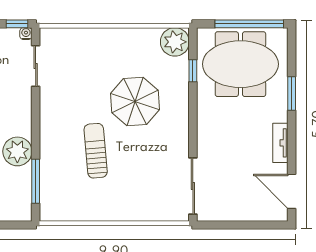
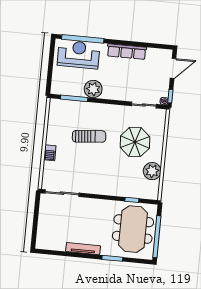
plant: (175, 42) -> (152, 171), moved
parasol: (135, 101) -> (135, 142), moved
tv unit: (280, 143) -> (83, 249), width x1.41
door: (292, 191) -> (53, 253), removed
barbecue: (129, 212) -> (50, 153), added

